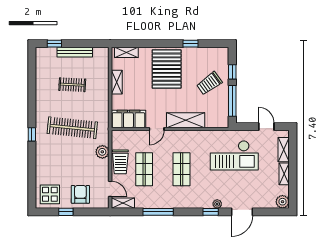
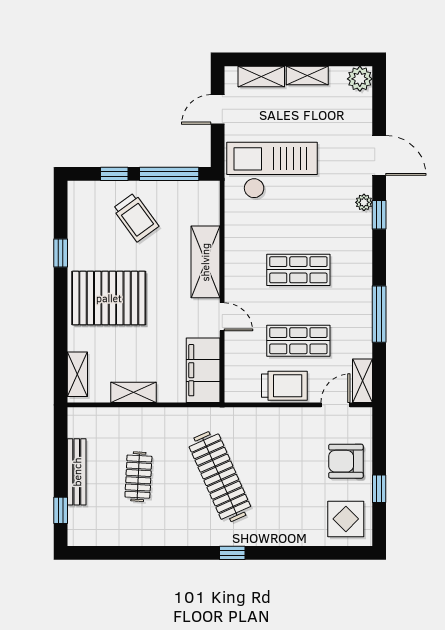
clothes rail: (72, 128) -> (220, 477), turned -30
plant: (102, 152) -> (265, 420), removed
checkout: (234, 155) -> (272, 170), turned -90

